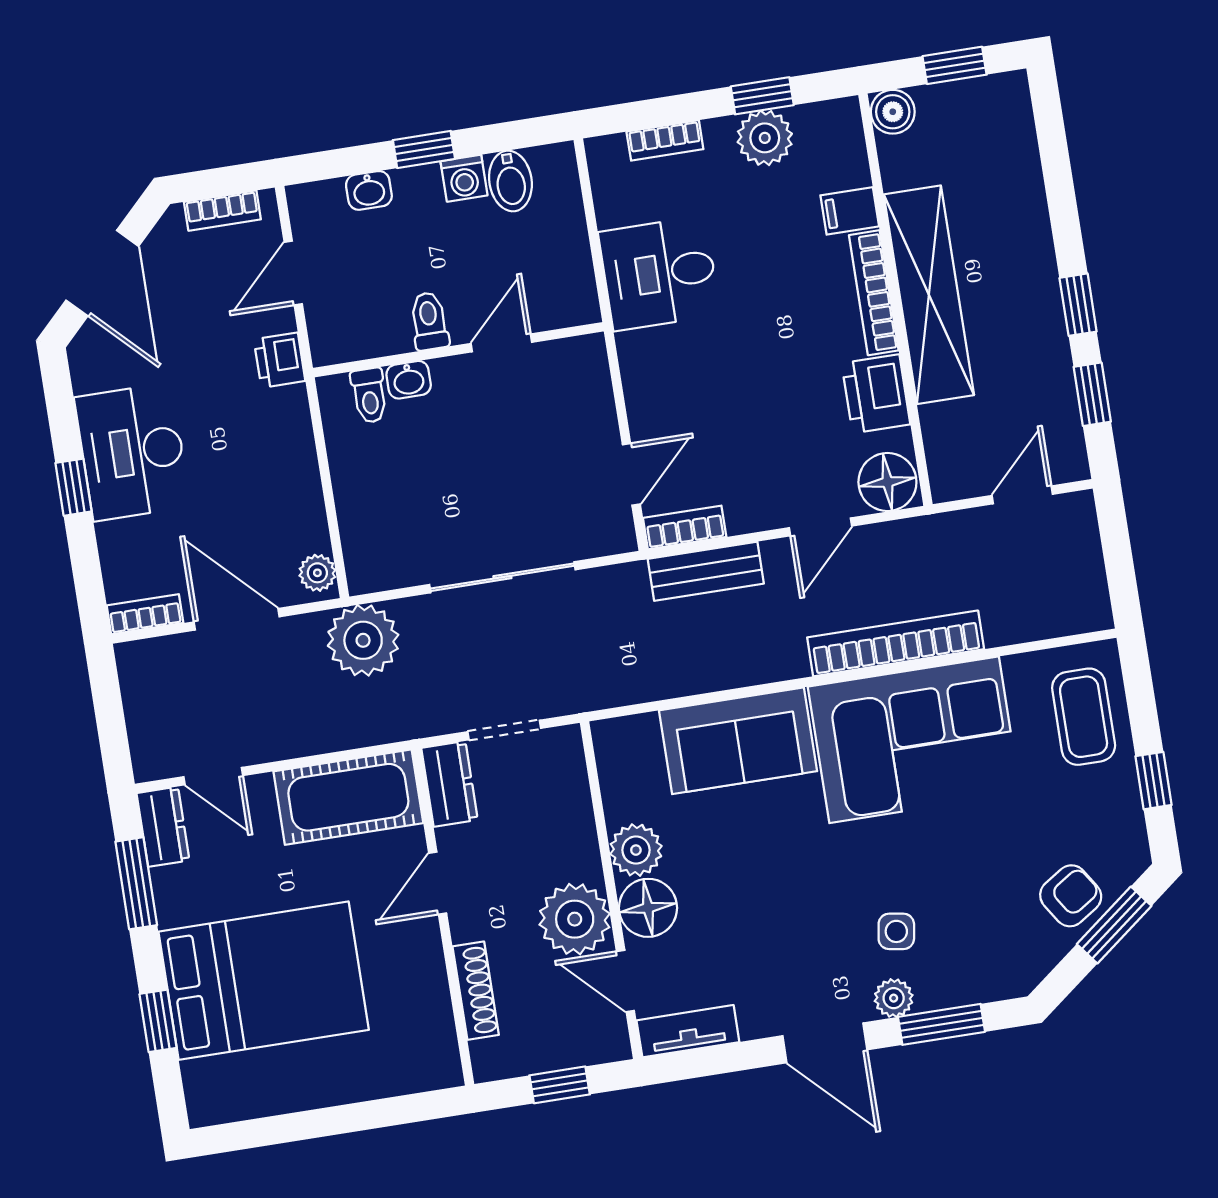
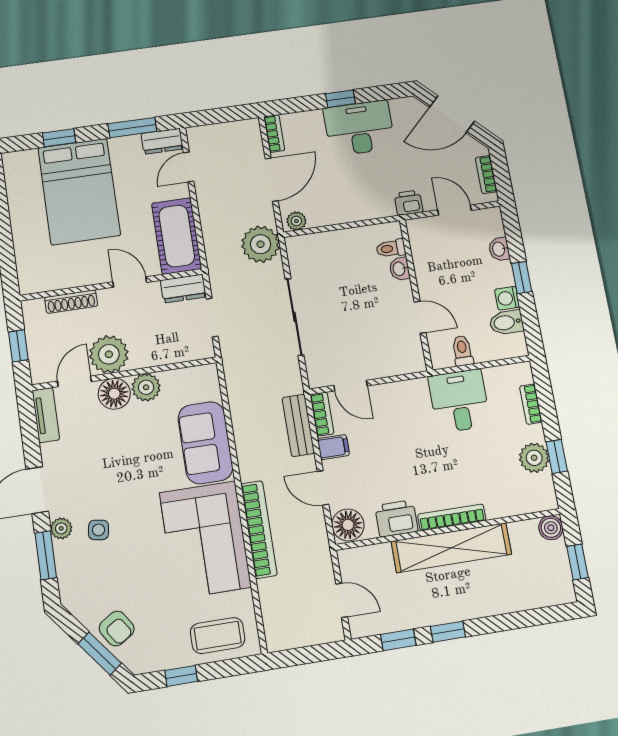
filing cabinet: (850, 211) -> (333, 447), moved, turned 90
toilet: (429, 321) -> (462, 351), moved, turned -90

